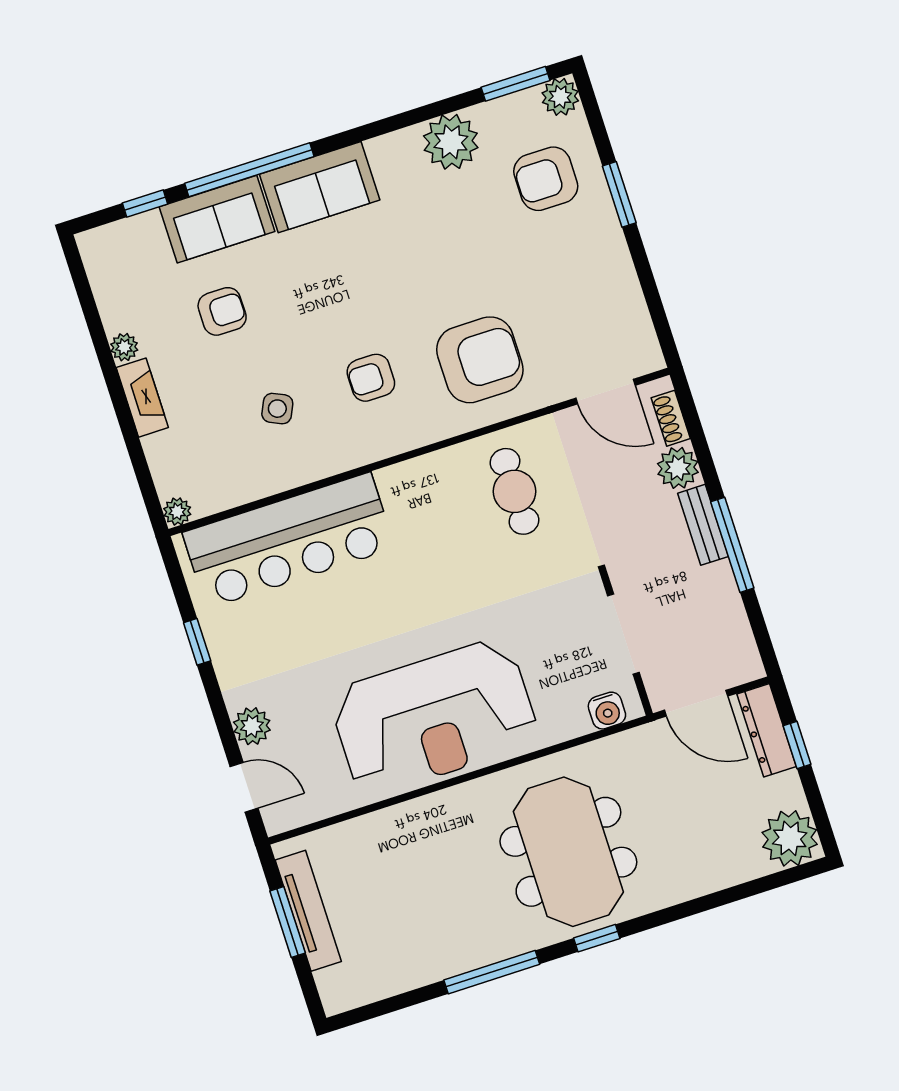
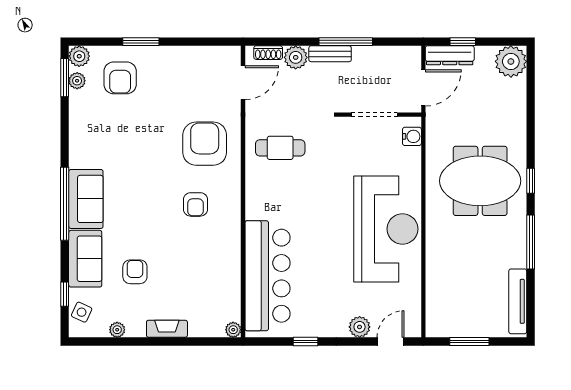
plant: (451, 142) -> (77, 81), moved, width x0.53, depth x0.53
window: (249, 170) -> (65, 204), moved
plant: (124, 347) -> (117, 330), moved
side table: (277, 409) -> (82, 312), moved
tv unit: (308, 911) -> (518, 301), moved, turned -90

